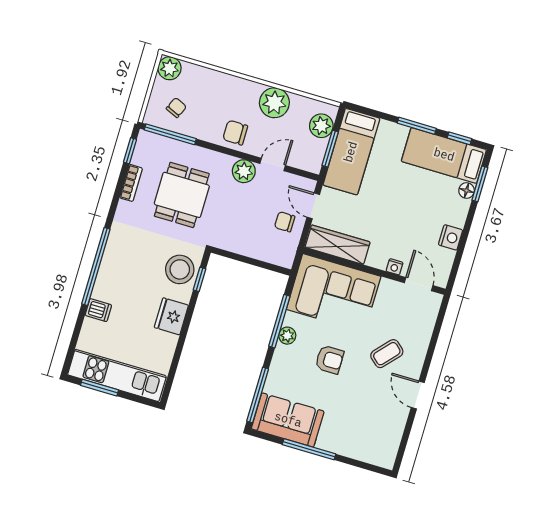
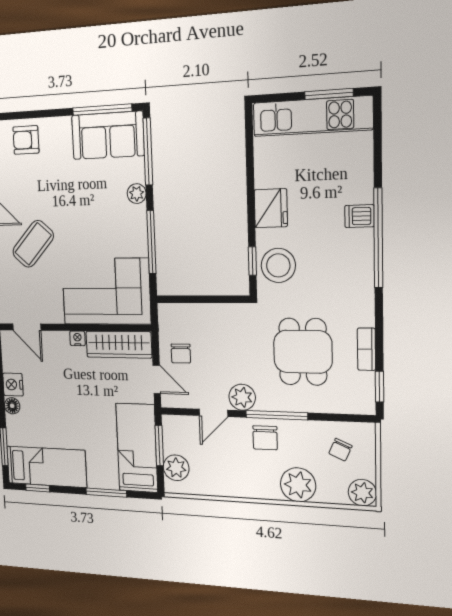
plant: (274, 103) -> (298, 485), moved
window: (417, 126) -> (106, 493), moved
chair: (235, 133) -> (265, 438), turned 90
window: (170, 134) -> (277, 415), moved
floor lamp: (467, 191) -> (12, 406), moved
chair: (285, 222) -> (181, 354), turned 90
nightstand: (395, 267) -> (77, 338), moved
dishwasher: (98, 310) -> (359, 216), moved
plant: (287, 336) -> (137, 194), moved
coffee table: (387, 354) -> (33, 244), width x1.36, depth x1.30
armchair: (330, 360) -> (26, 140), moved
window: (309, 449) -> (102, 110), moved

